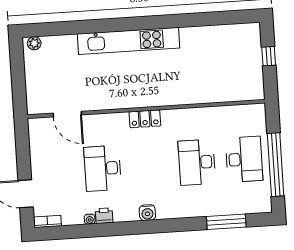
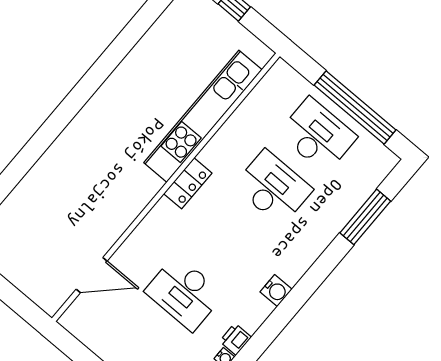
kitchen unit: (128, 41) -> (203, 116), moved, turned 180
locker: (145, 119) -> (188, 183), moved
desk: (197, 162) -> (273, 188), turned 180

